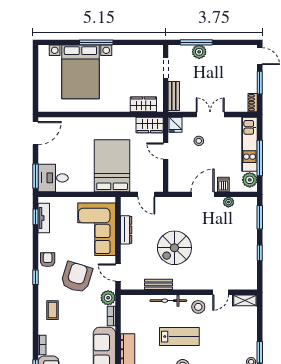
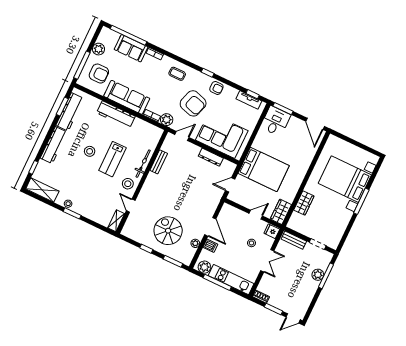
wardrobe: (143, 104) -> (304, 203), moved
spiral stairs: (174, 248) -> (168, 231), moved

